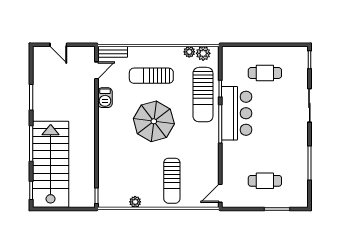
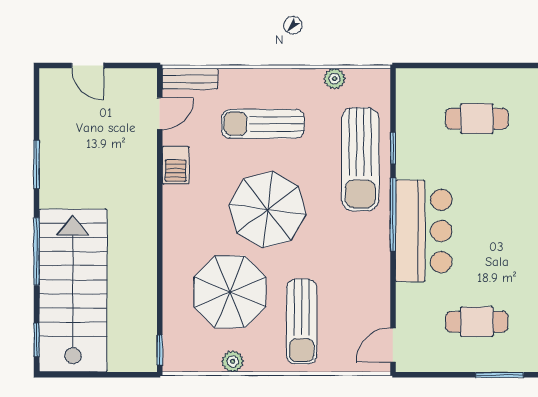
plant: (203, 53) -> (361, 82), removed
bar counter: (237, 113) -> (424, 231), moved
parasol: (134, 165) -> (230, 292), added

